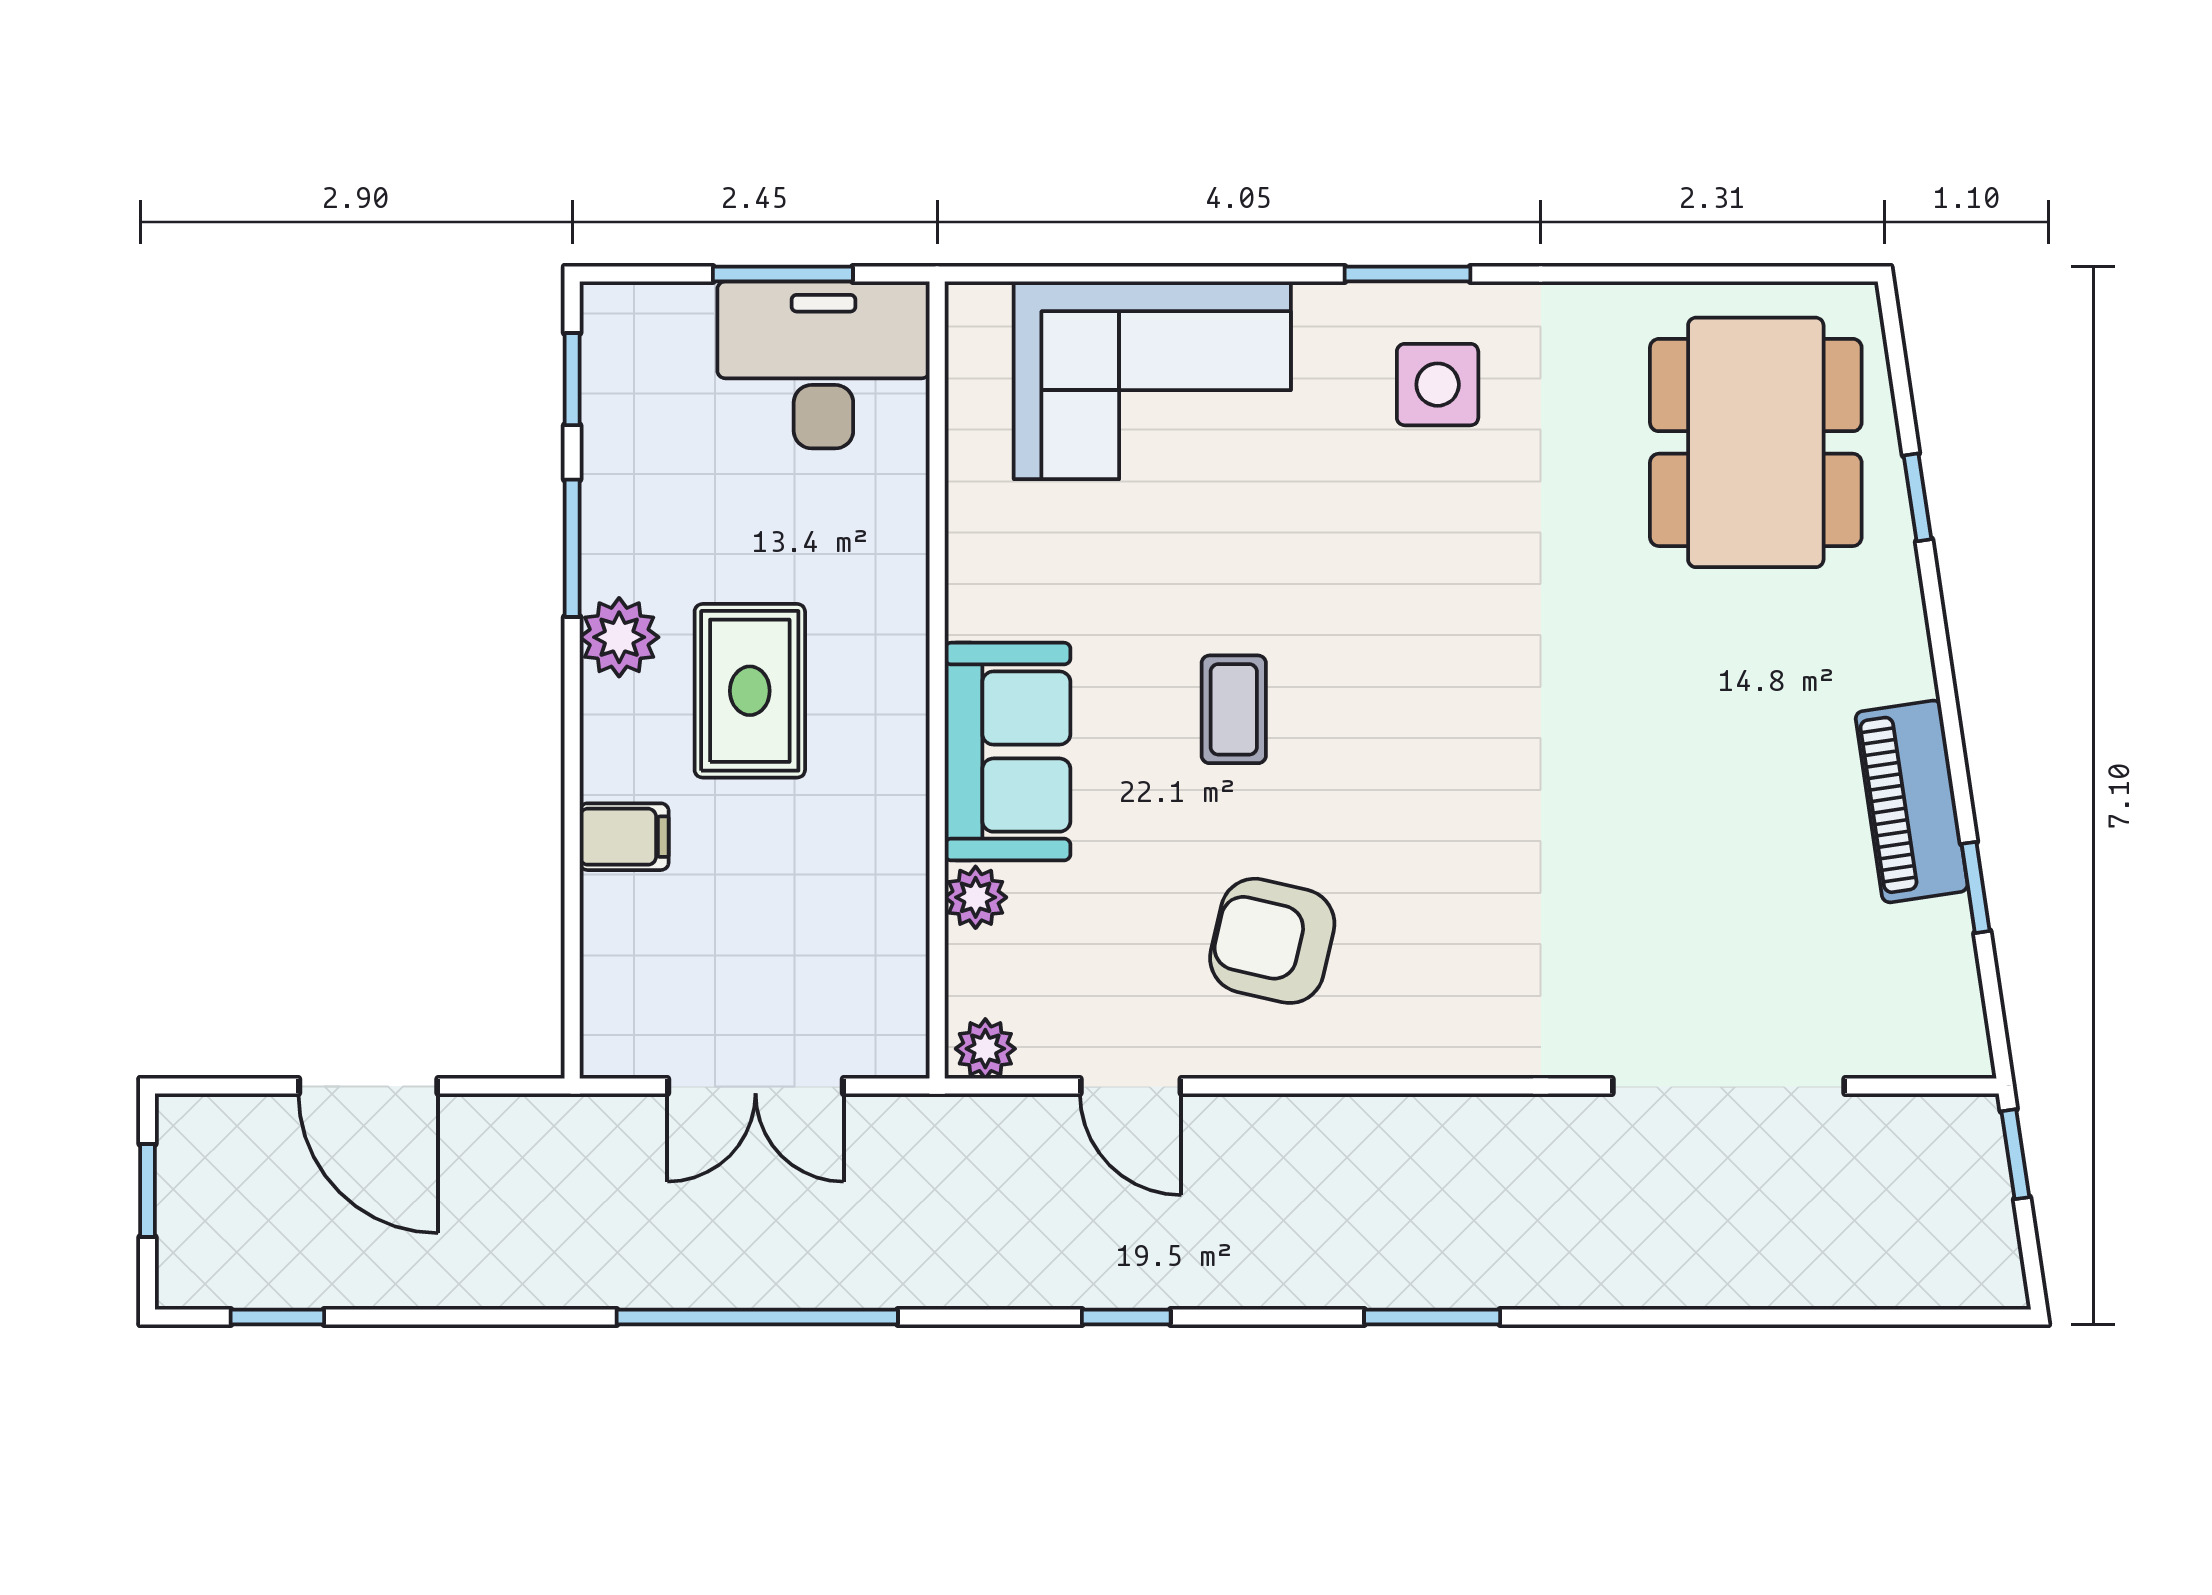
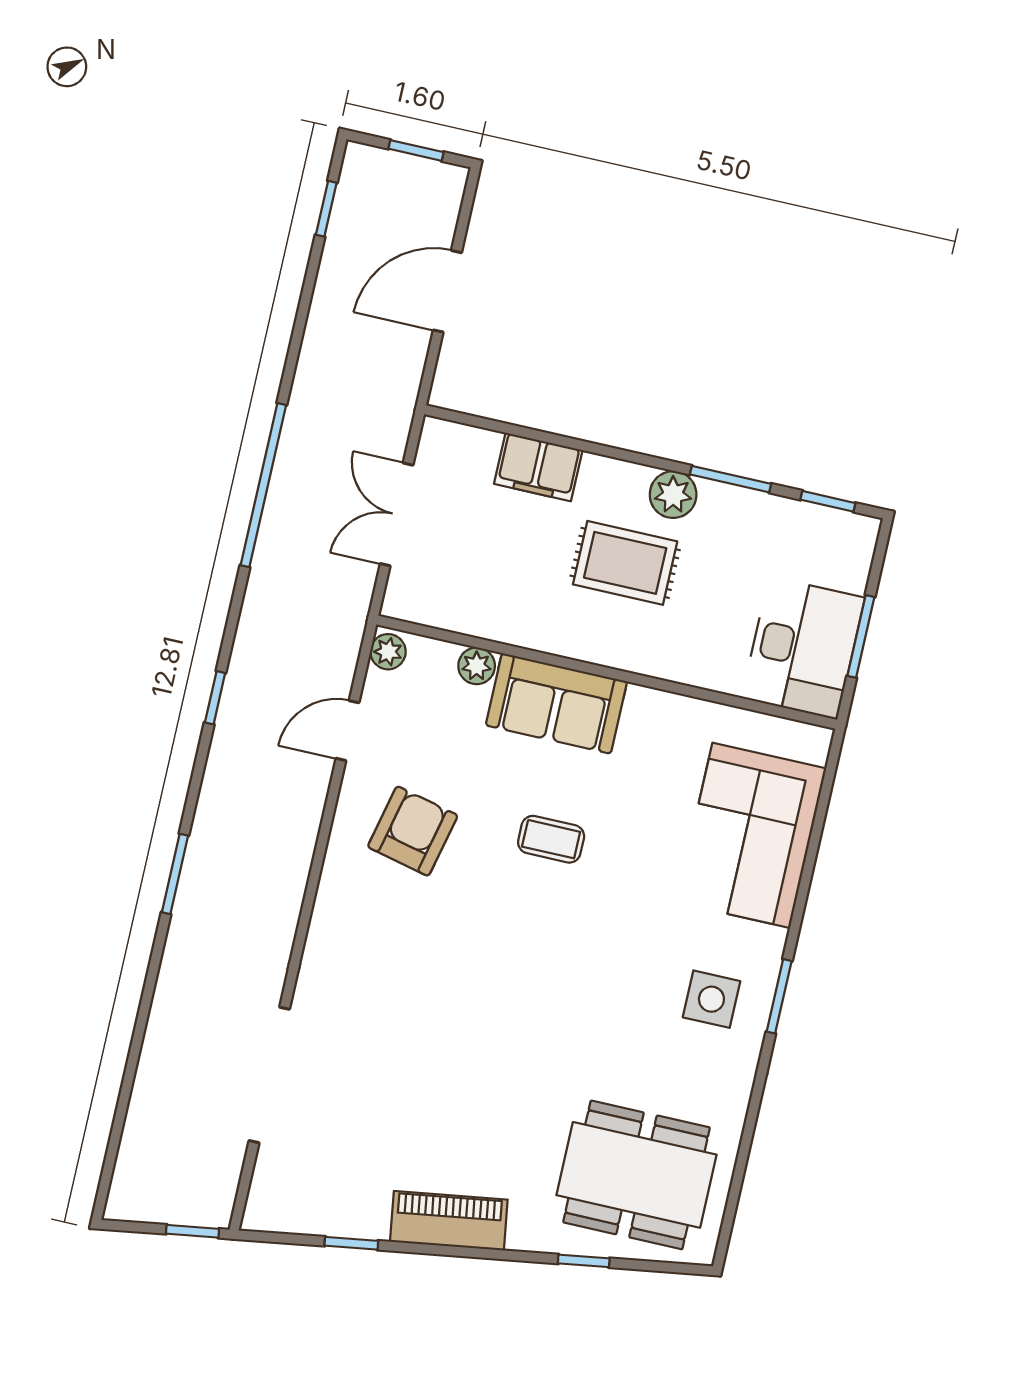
piano: (1912, 801) -> (449, 1221), moved
filing cabinet: (624, 837) -> (538, 467), width x2.00

